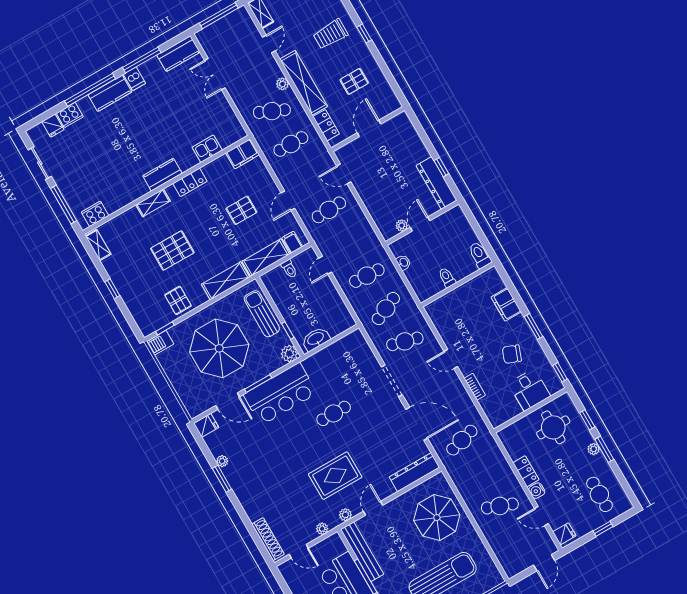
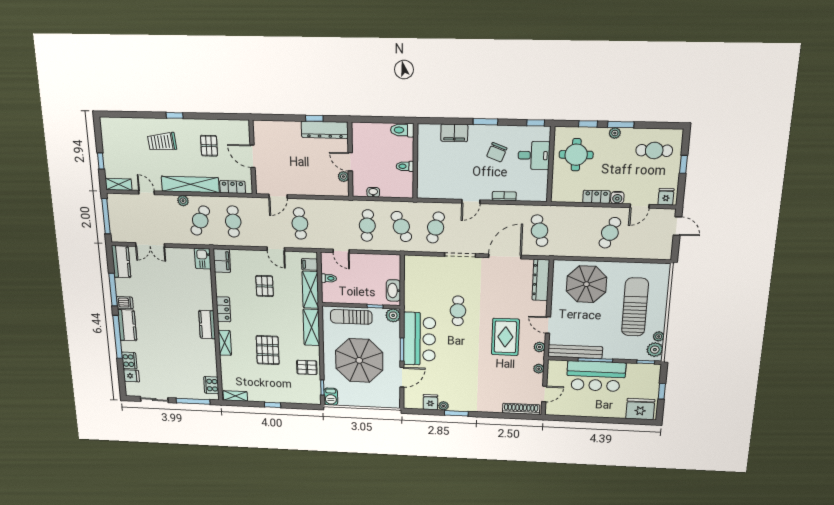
trolley: (330, 34) -> (162, 142), turned 84
kitchen sink: (207, 149) -> (203, 259), moved
fridge: (206, 425) -> (430, 402), moved

